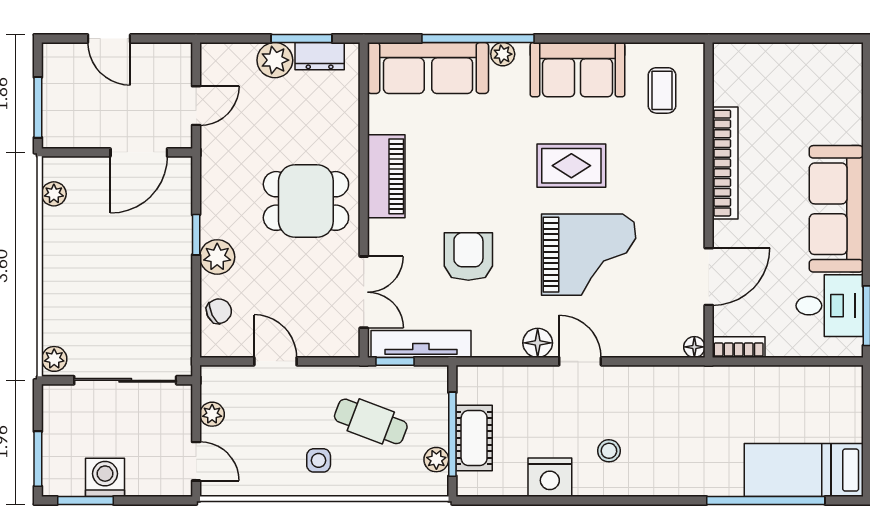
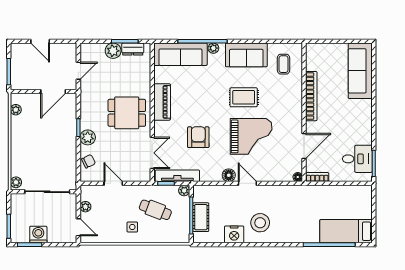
sofa: (836, 209) -> (360, 71), moved
stool: (609, 451) -> (260, 223), width x1.89, depth x1.89
plant: (436, 460) -> (184, 190), moved

